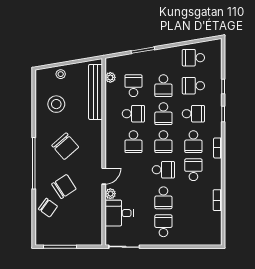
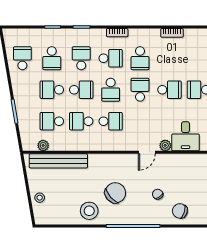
school desk: (193, 58) -> (22, 58), turned 180
school desk: (163, 86) -> (52, 90), turned 180
stool: (56, 104) -> (89, 211), moved
school desk: (133, 114) -> (81, 121), turned -90
school desk: (163, 142) -> (111, 90), turned 90
school desk: (193, 170) -> (140, 58), turned -90
door: (104, 176) -> (147, 152), swing flipped
chair: (64, 187) -> (158, 194), width x0.54, depth x0.54
chair: (48, 208) -> (180, 211), turned -108

